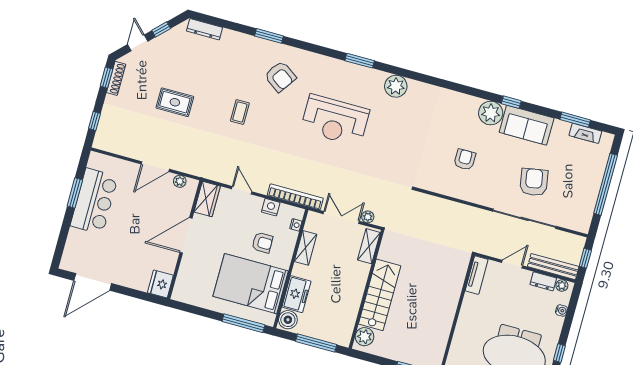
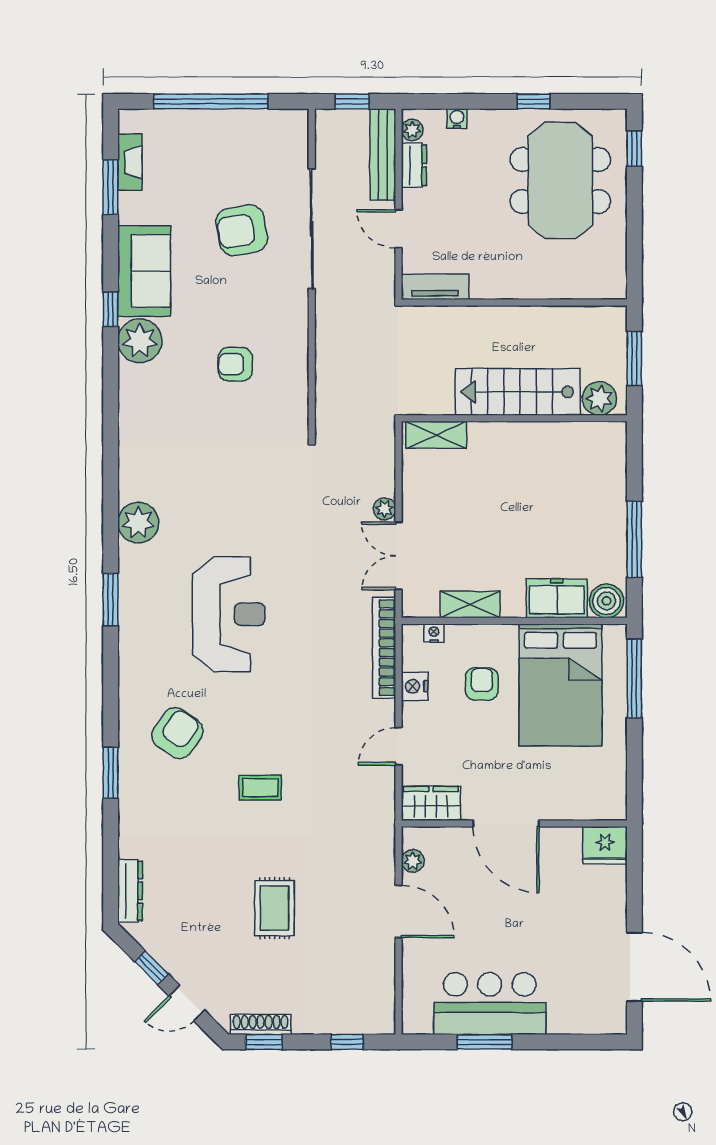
shelving: (369, 246) -> (436, 435), moved
wall: (366, 289) -> (514, 418), moved
stairs: (380, 295) -> (518, 392), moved
plant: (365, 337) -> (599, 398), moved

